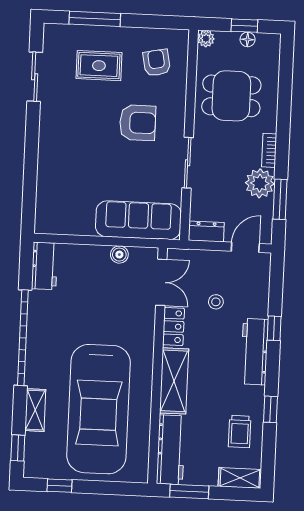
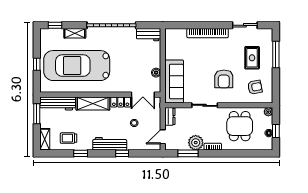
bookcase: (47, 150) -> (208, 33), added
door: (245, 247) -> (163, 137), swing flipped
window: (60, 486) -> (37, 64), moved

